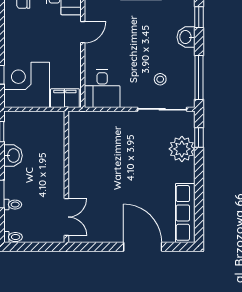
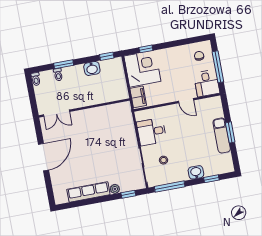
desk: (102, 89) -> (152, 132), moved
plant: (182, 149) -> (115, 189), width x0.53, depth x0.53
row of seats: (185, 213) -> (88, 192), moved
door: (143, 247) -> (43, 157), moved

